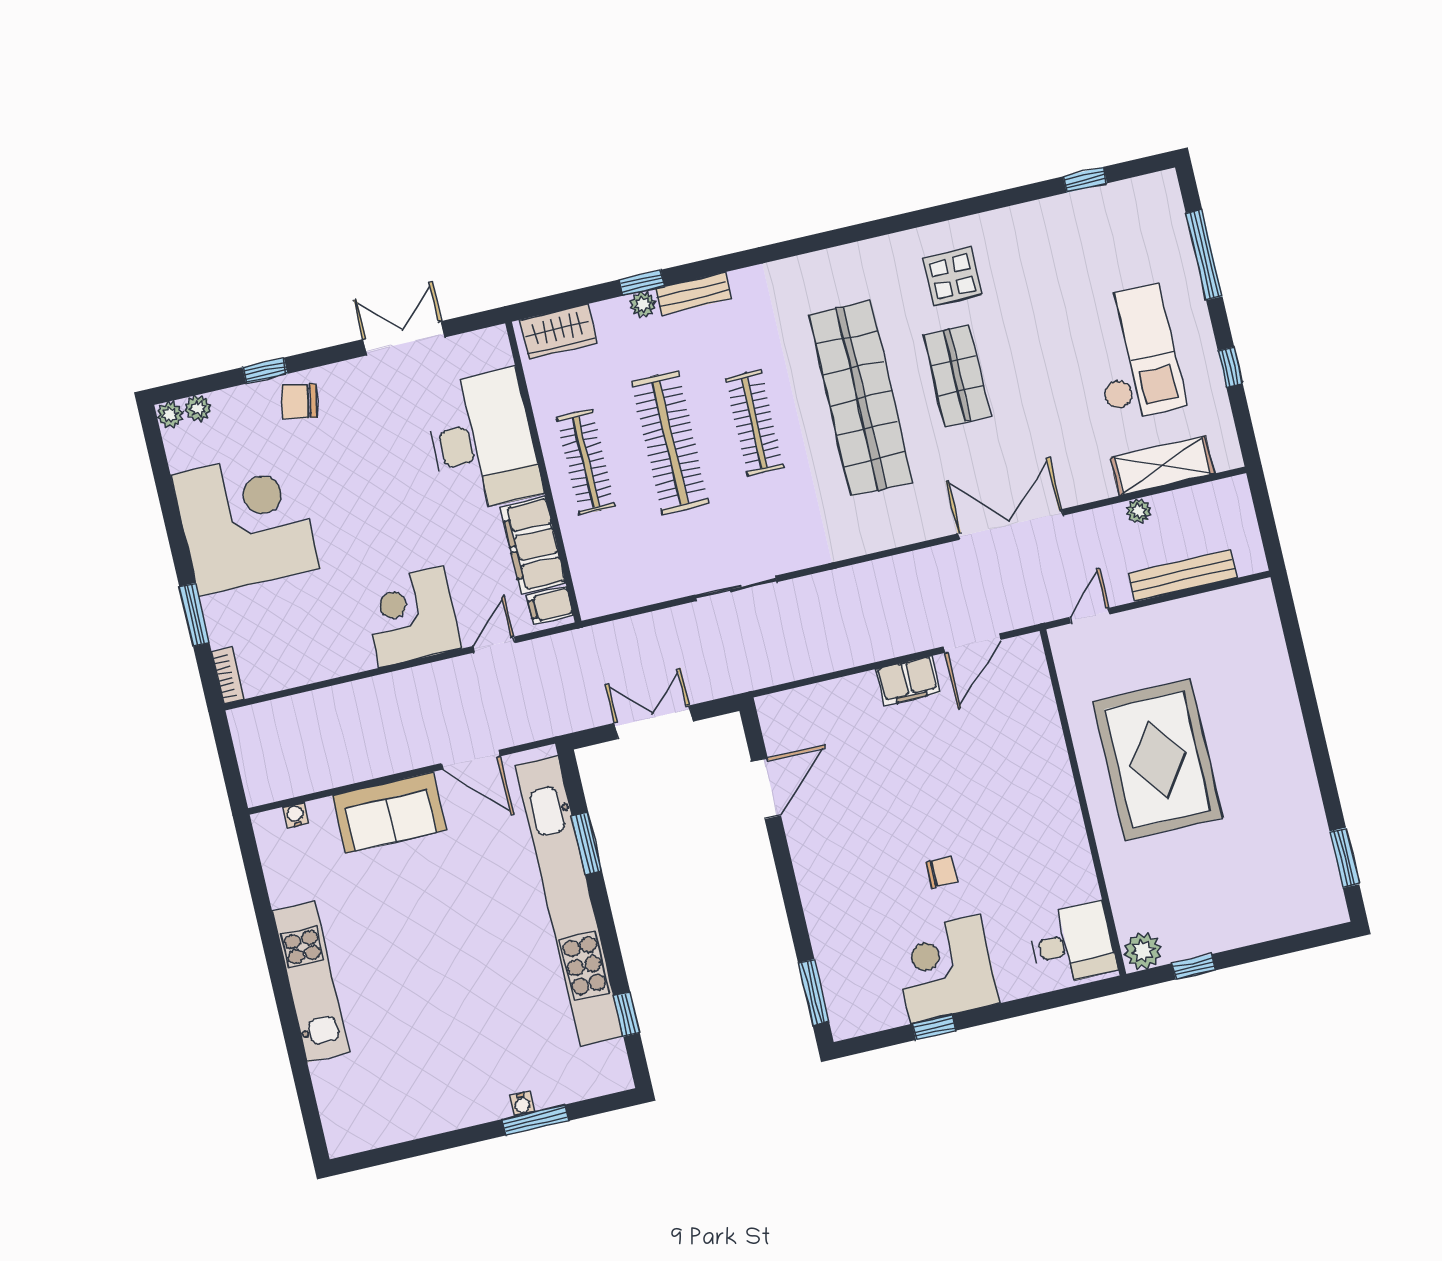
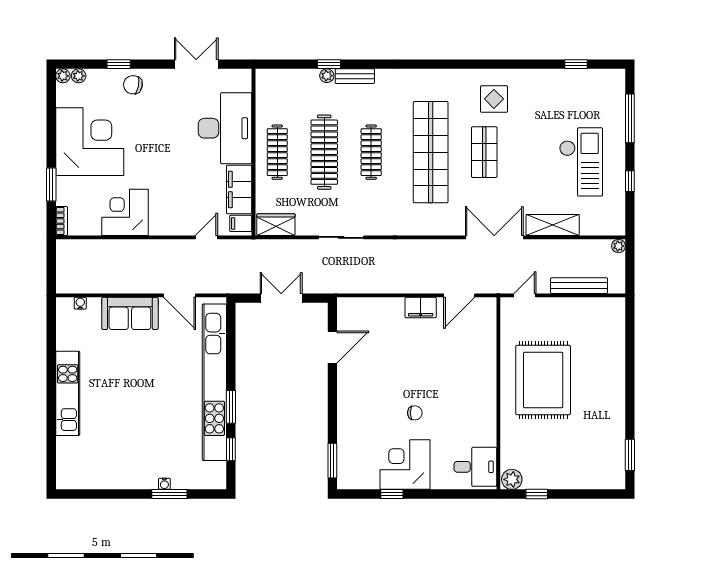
wardrobe: (558, 332) -> (276, 225), moved, turned 180
shelving: (1162, 466) -> (553, 225), moved
plant: (1139, 511) -> (619, 246), moved
corner desk: (411, 617) -> (125, 212), moved
window: (587, 843) -> (231, 407), moved

